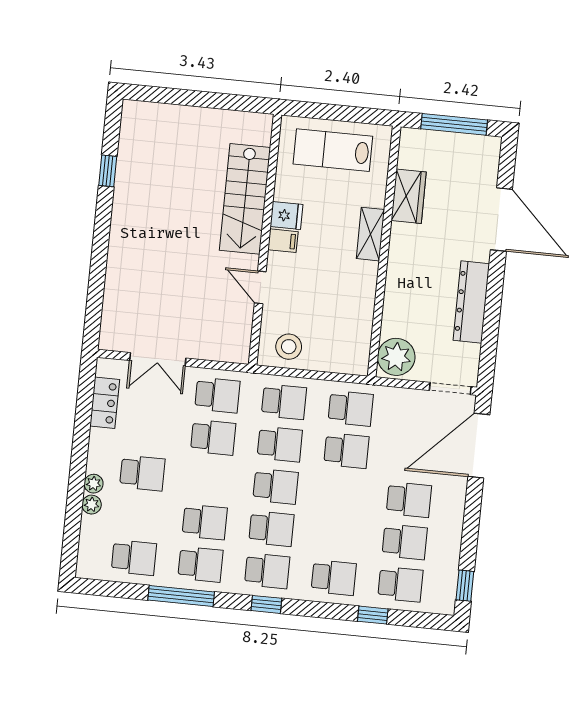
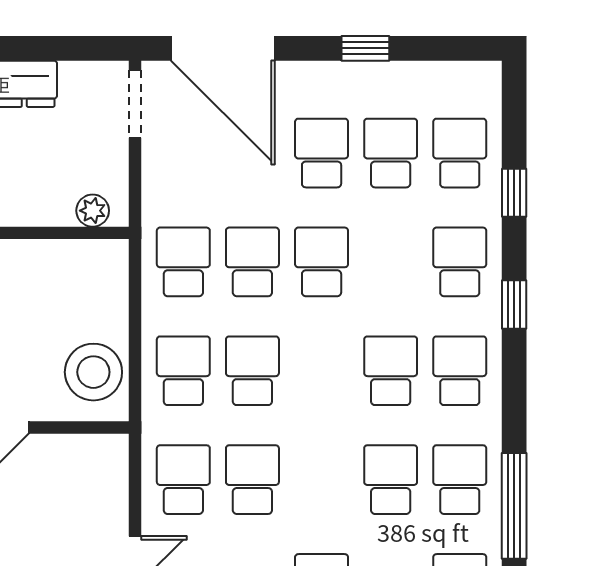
stool: (289, 347) -> (93, 372), width x1.38, depth x1.38
plant: (396, 357) -> (93, 211), width x0.53, depth x0.53
school desk: (276, 486) -> (322, 262), moved
window: (465, 586) -> (365, 48), moved
window: (266, 604) -> (514, 305), moved

